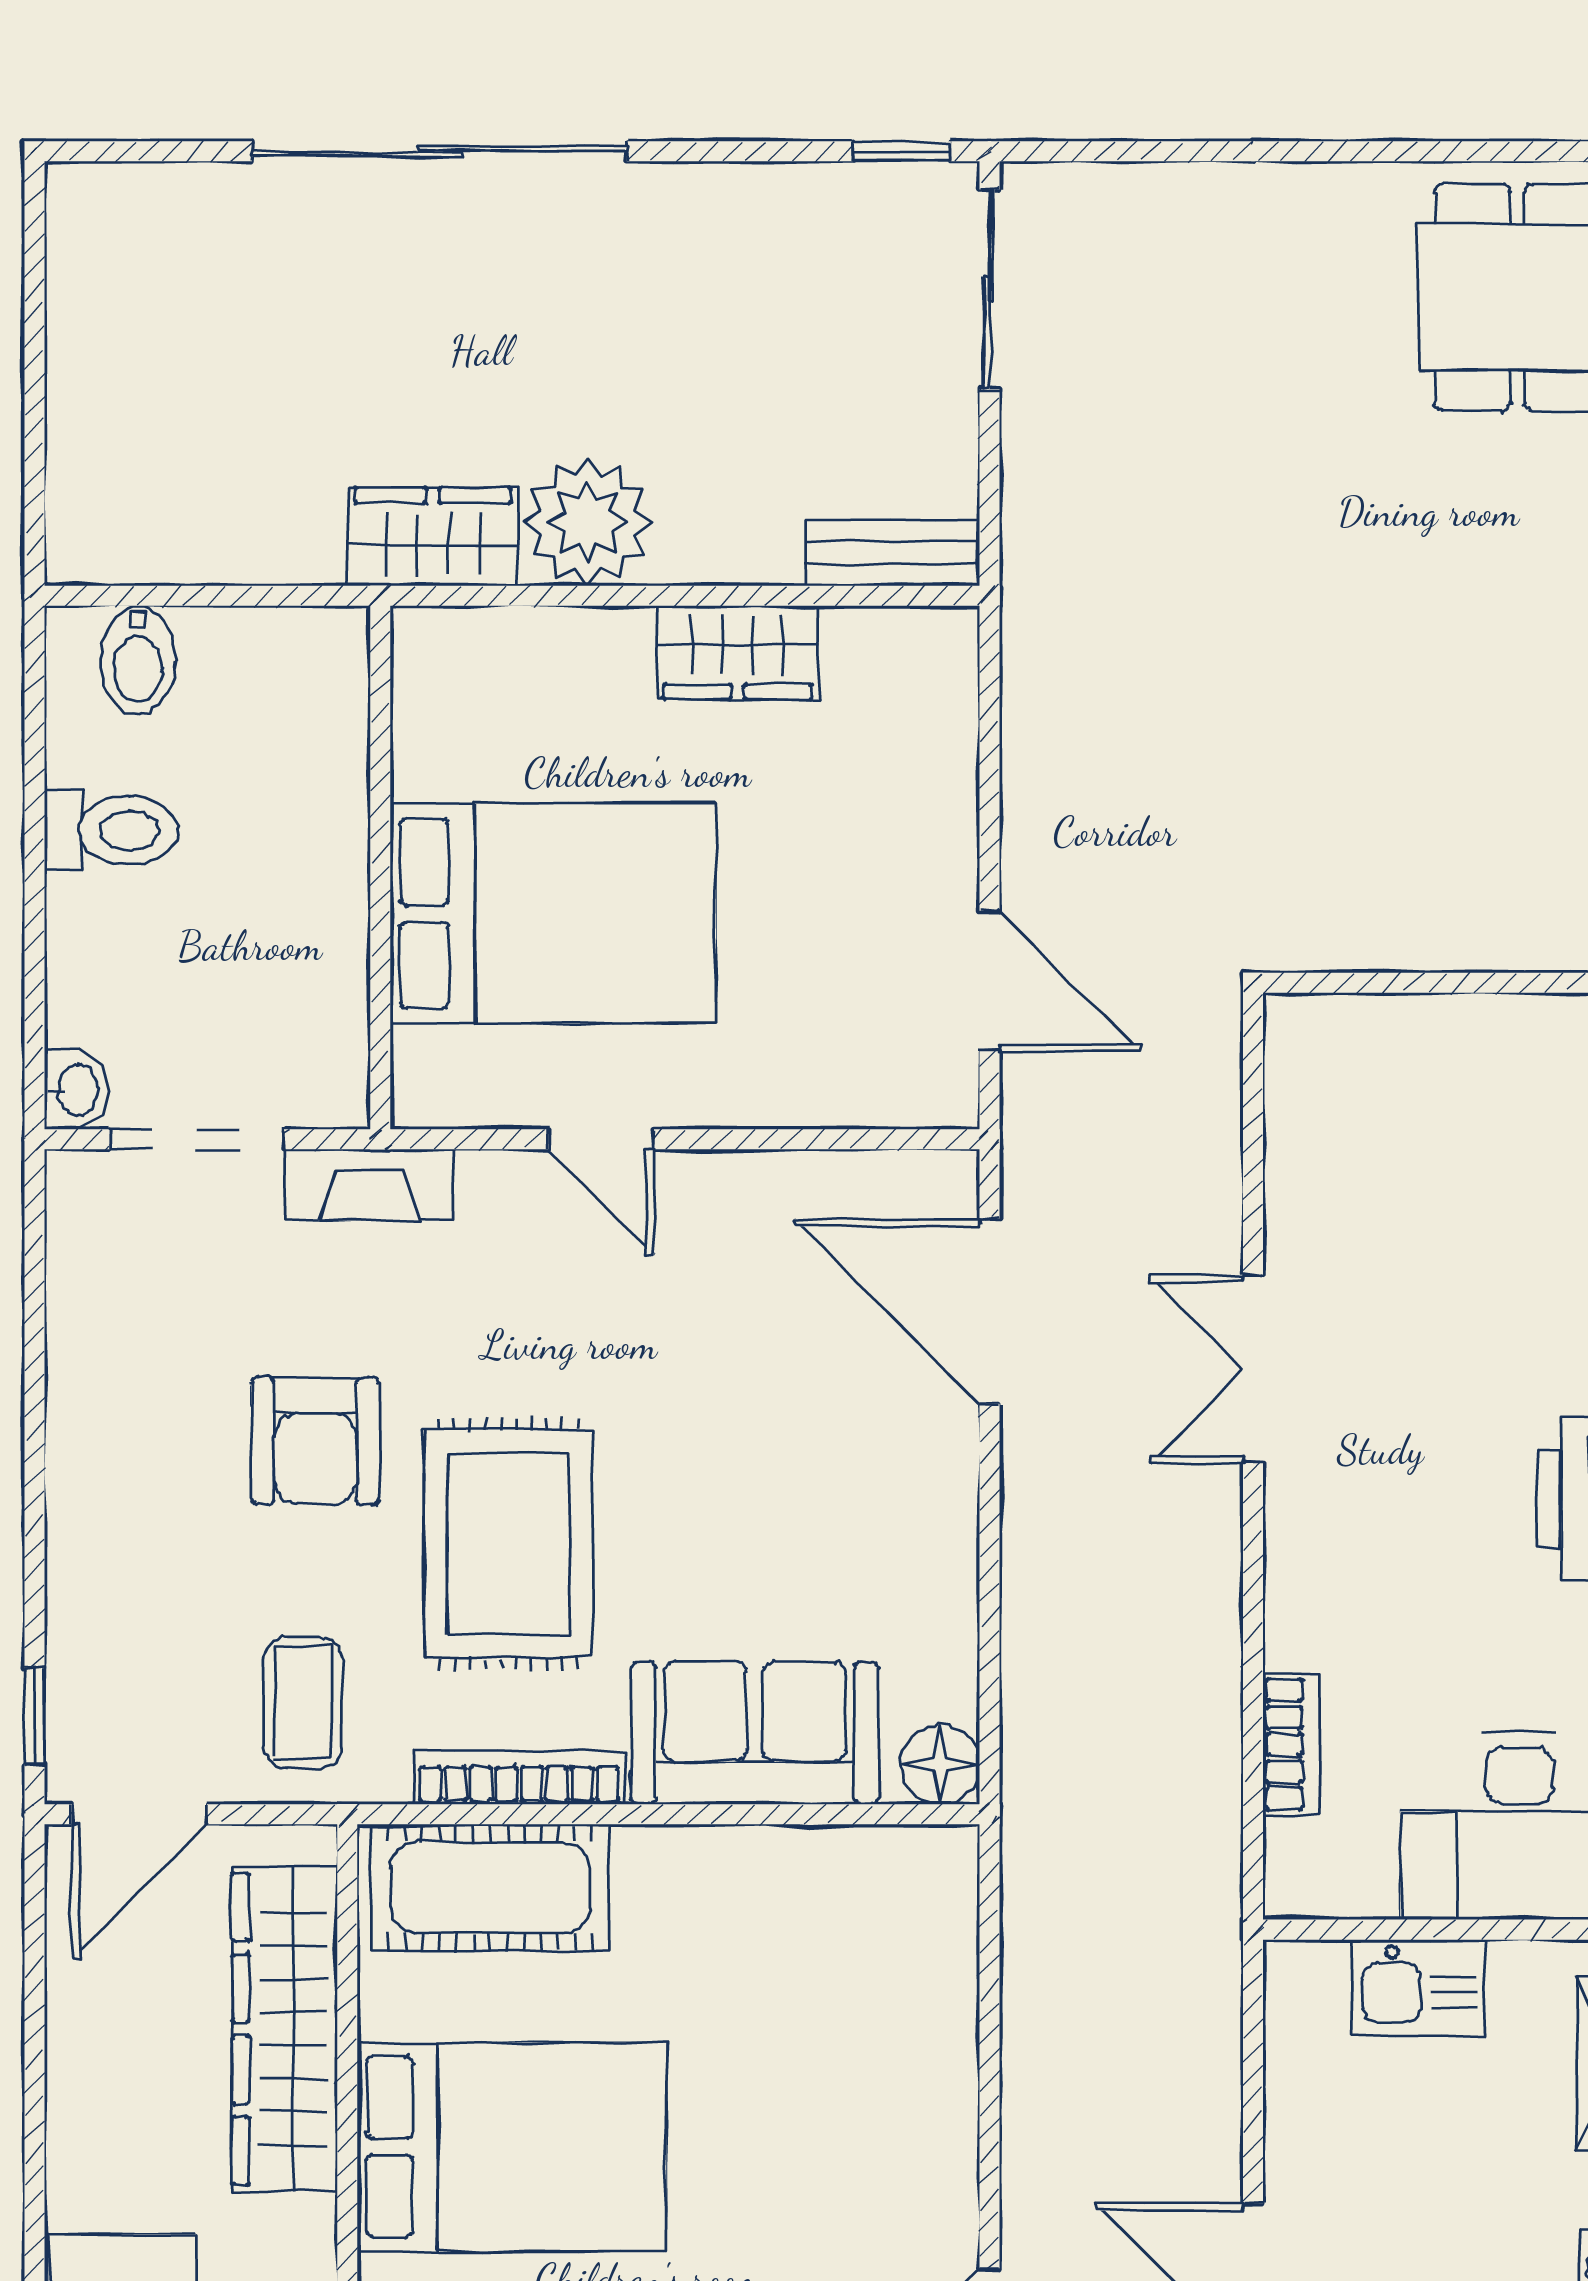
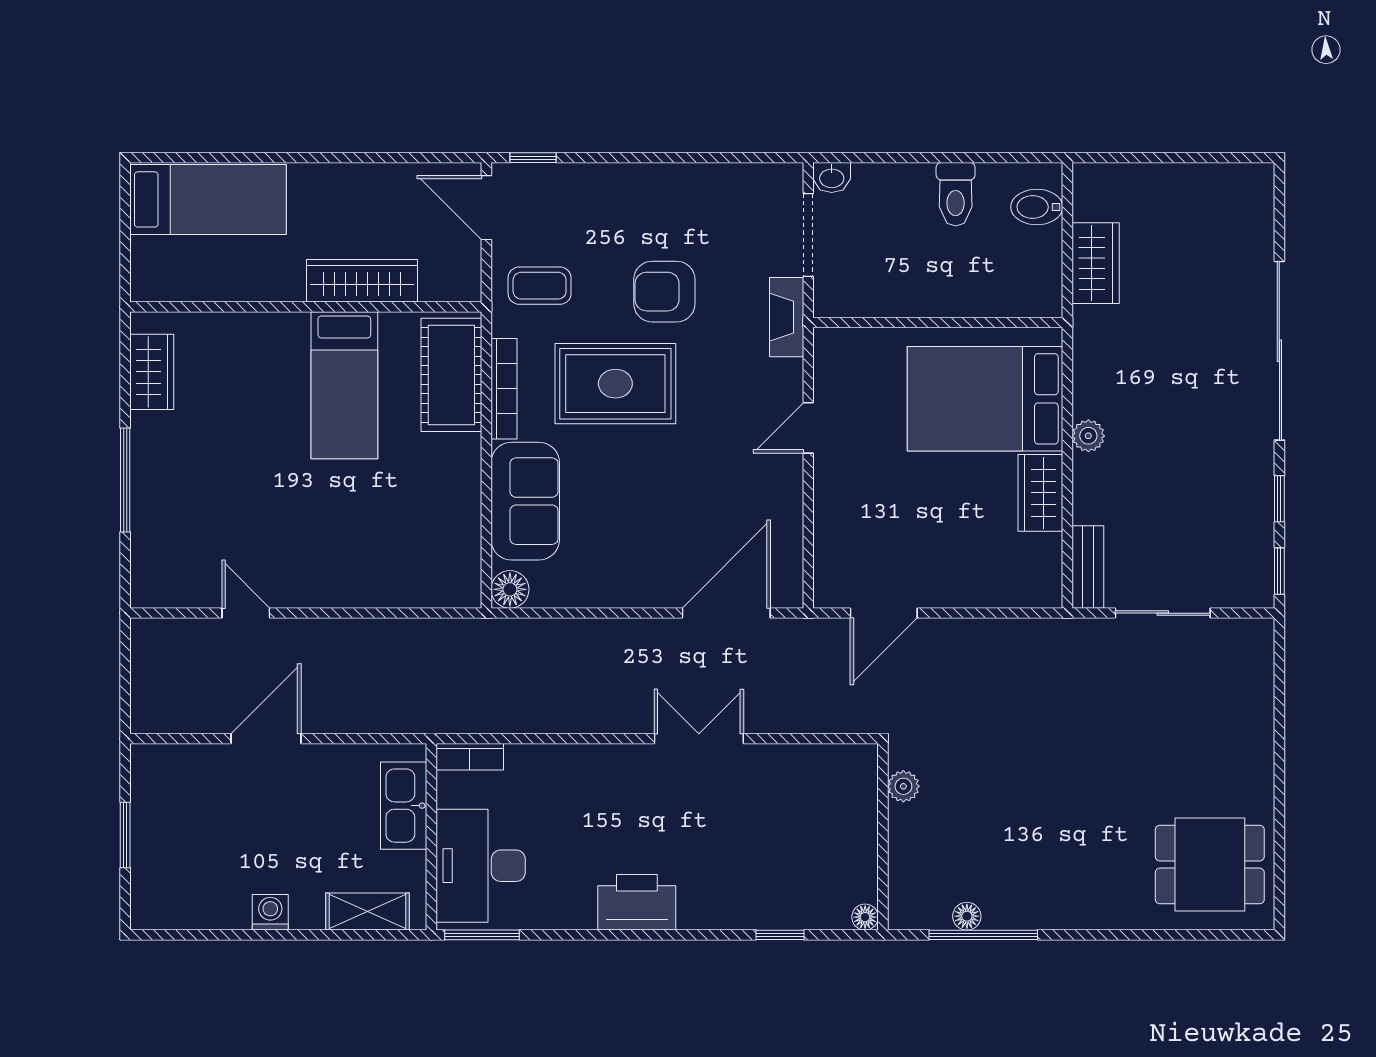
window: (750, 151) -> (1279, 499), added
sliding door: (989, 289) -> (1163, 613), moved
plant: (588, 522) -> (1088, 436), width x0.53, depth x0.53
wardrobe: (433, 537) -> (1096, 263), moved
bed: (553, 913) -> (985, 399), moved, turned 90
plant: (1353, 940) -> (903, 786), added
bookcase: (1291, 1744) -> (470, 757), moved
kitchen sink: (1418, 1988) -> (404, 806), width x1.38
wardrobe: (285, 2029) -> (362, 281), width x0.71, depth x0.85
bed: (512, 2147) -> (344, 385), width x0.67

